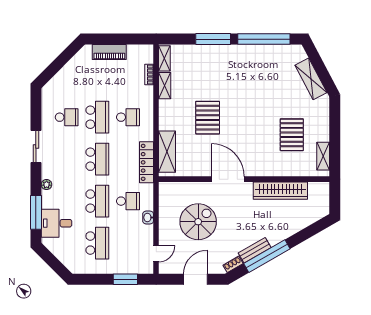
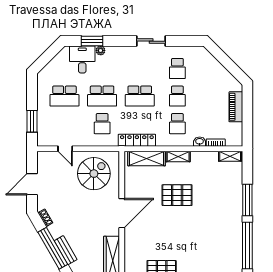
shelving: (165, 86) -> (178, 156), moved
school desk: (97, 117) -> (177, 96), width x0.54
plant: (47, 185) -> (101, 50), moved
window: (36, 212) -> (92, 41), width x0.69
washbasin: (148, 218) -> (200, 142), moved
spiral stairs: (198, 222) -> (94, 174), moved, turned -90
bench: (255, 250) -> (66, 250), moved
door: (156, 254) -> (65, 149), moved
door: (196, 279) -> (32, 184), swing flipped

